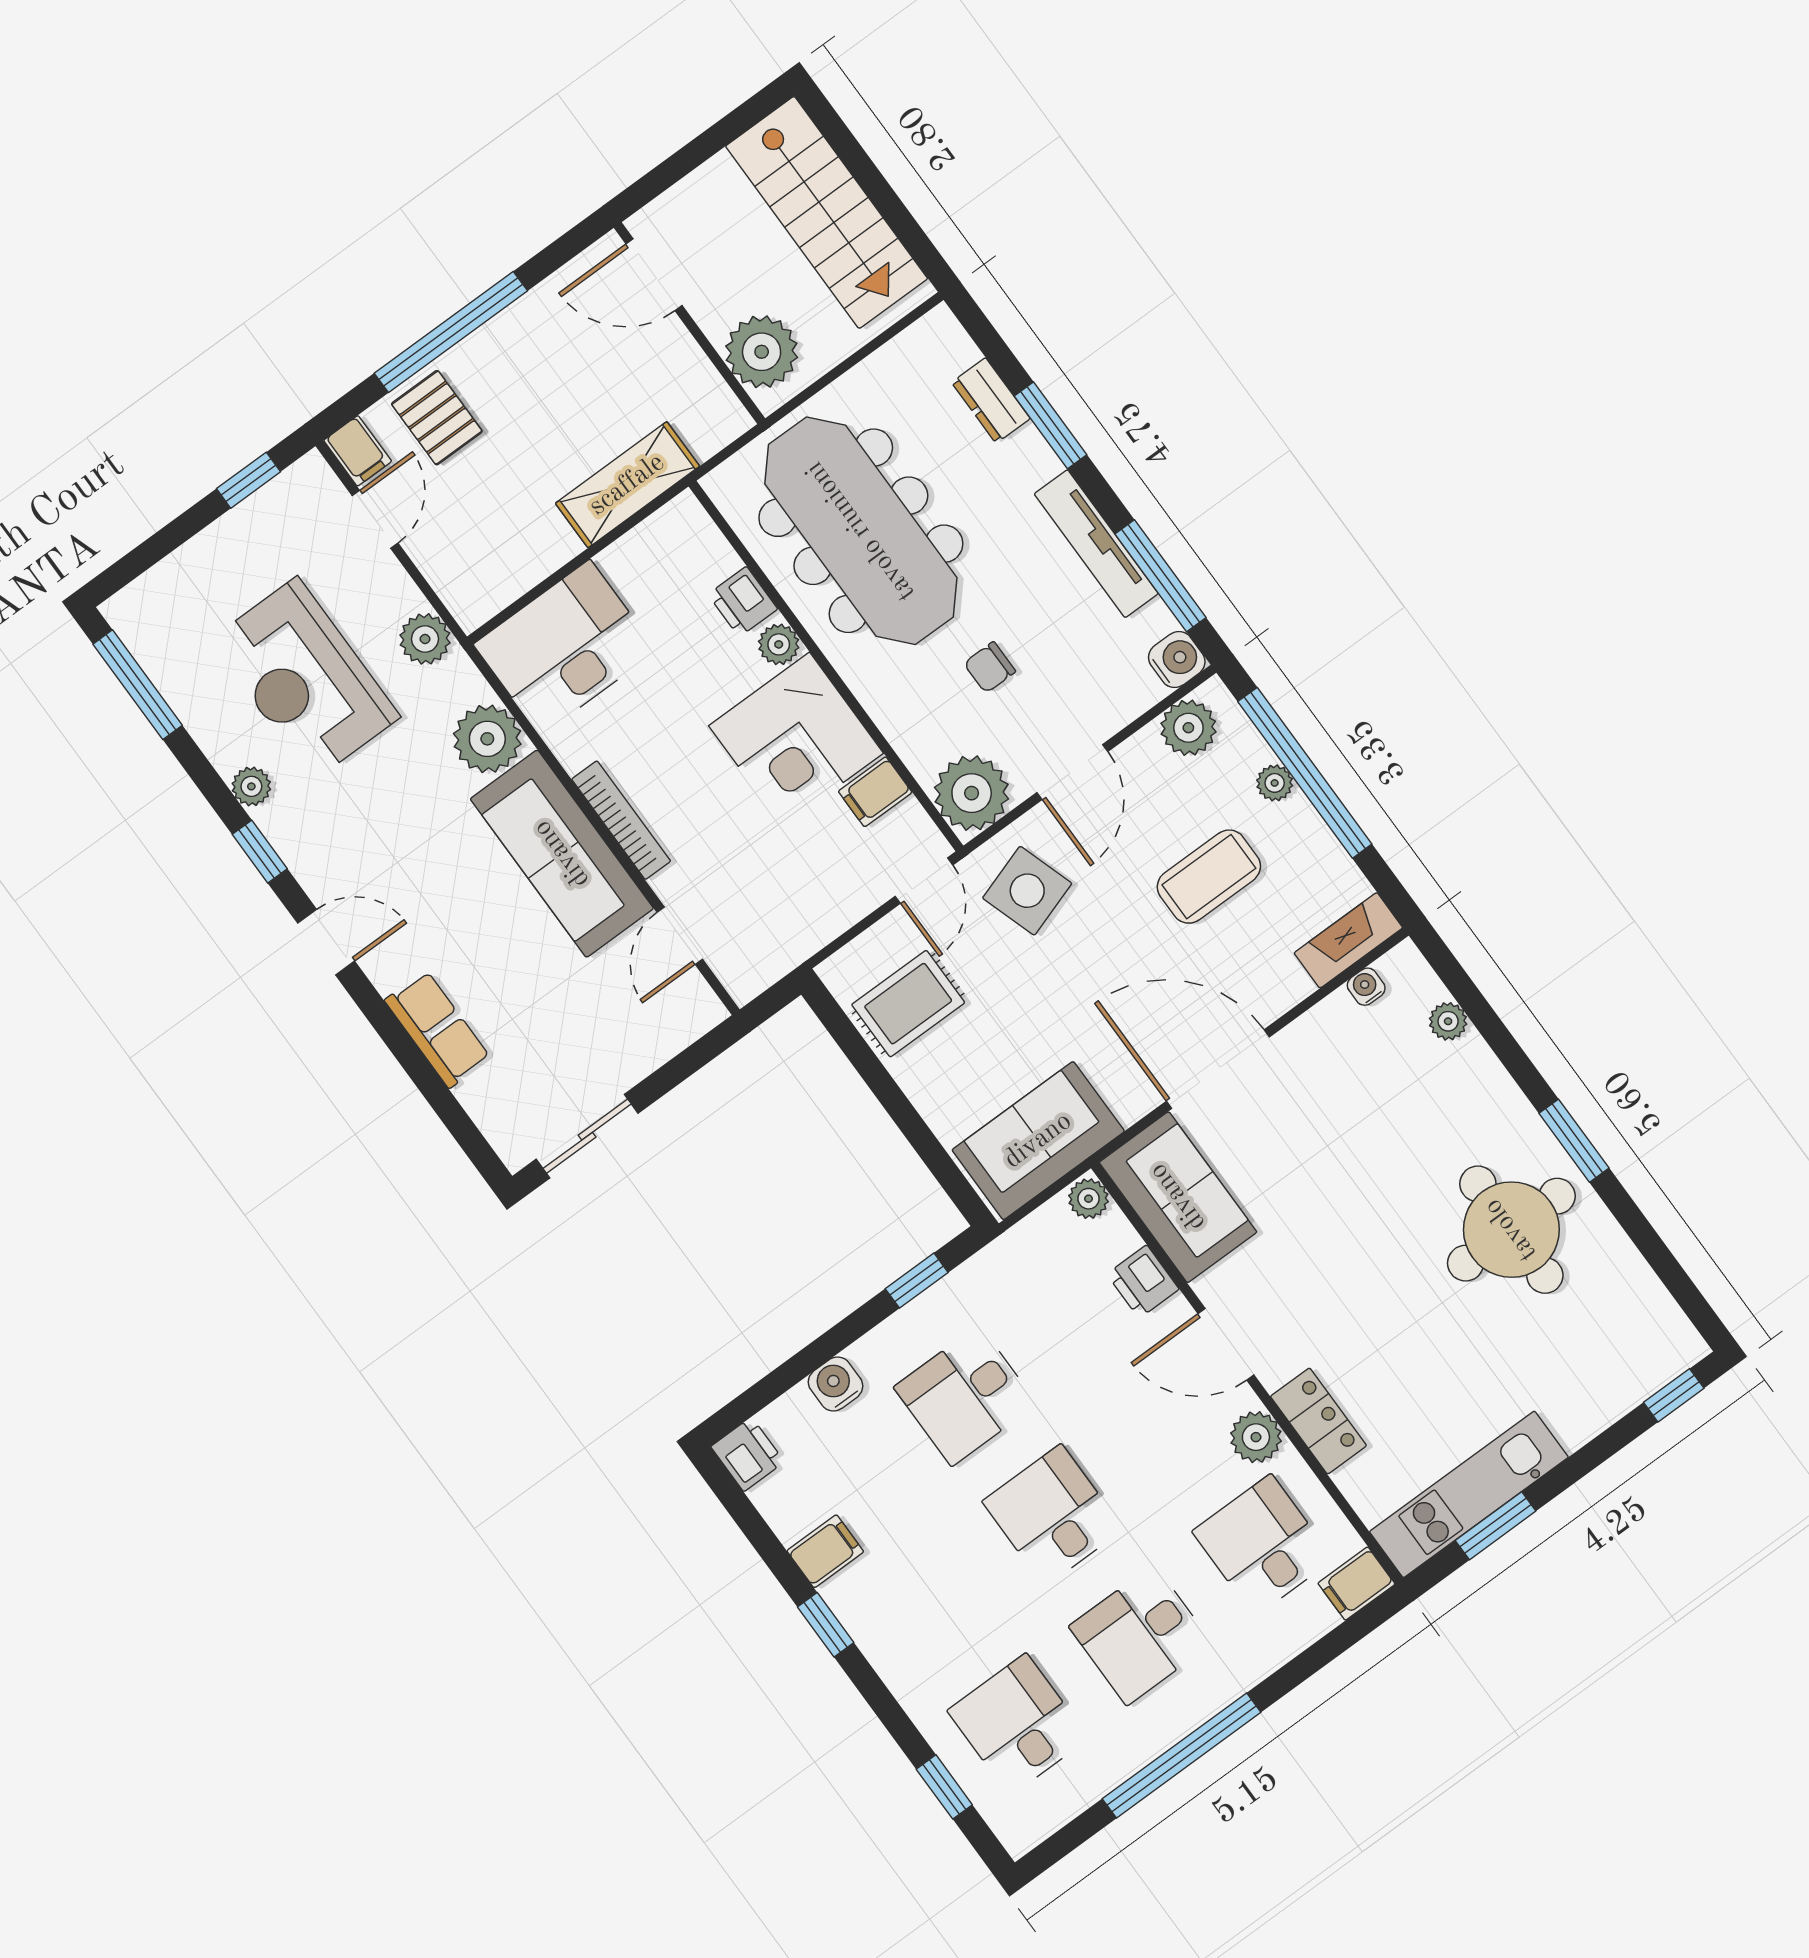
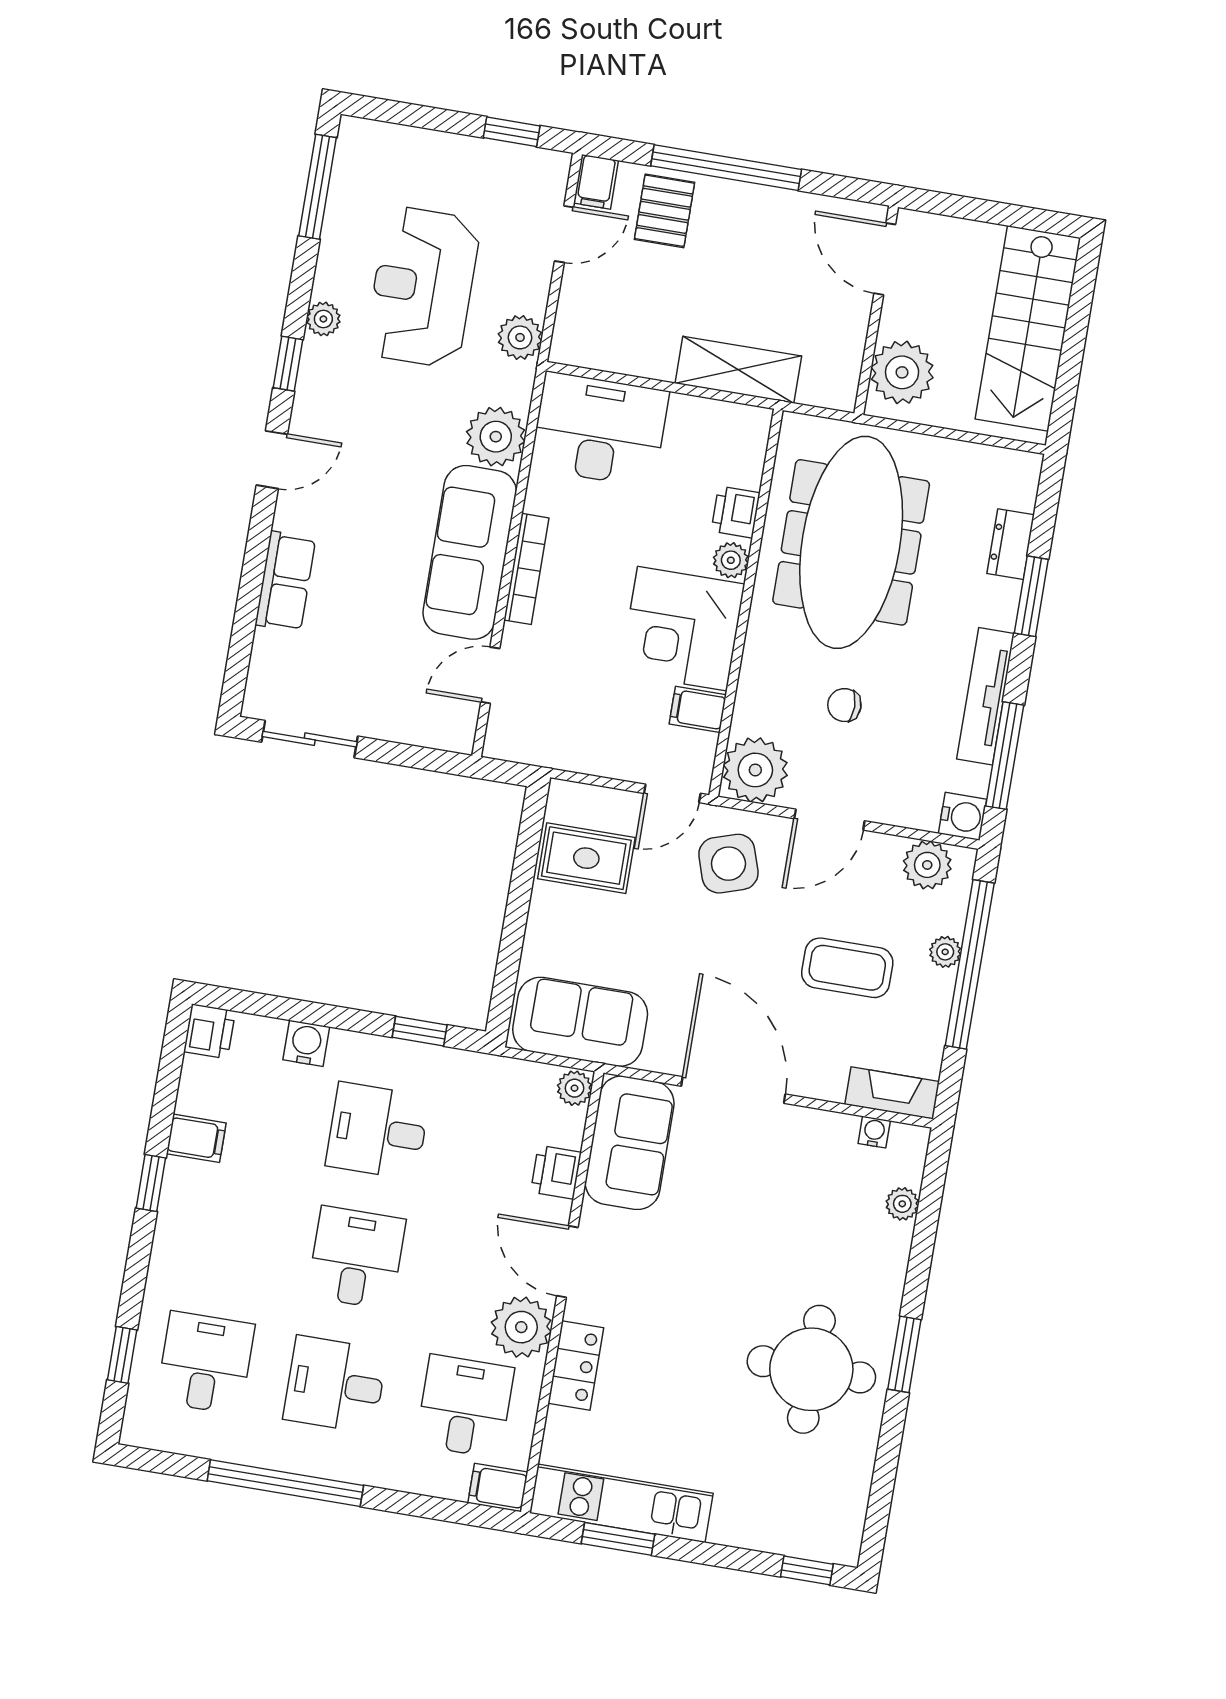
door: (326, 942) -> (272, 460), hinge flipped
plant: (1256, 1437) -> (521, 1327), width x1.36, depth x1.36

